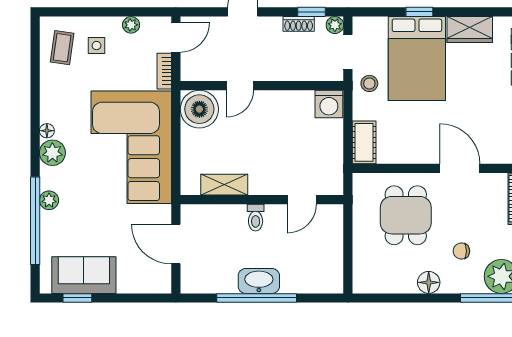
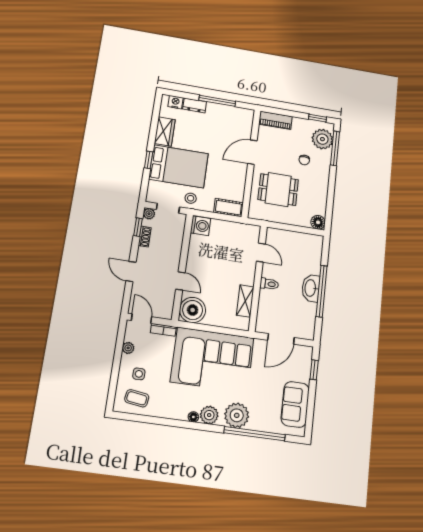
plant: (49, 200) -> (237, 415), width x1.88, depth x1.88
floor lamp: (429, 282) -> (318, 222), moved
window: (77, 298) -> (314, 370), moved

